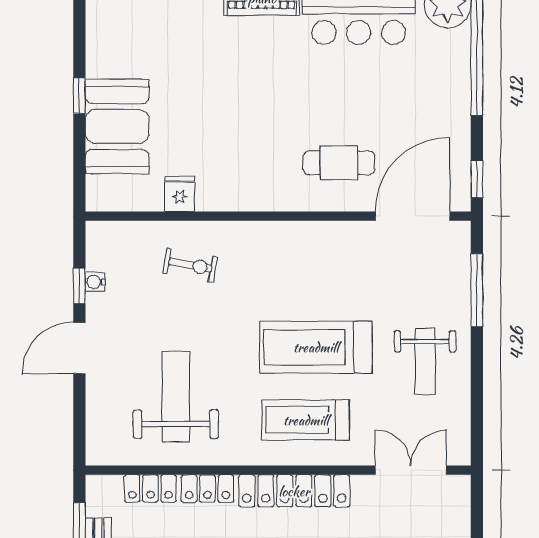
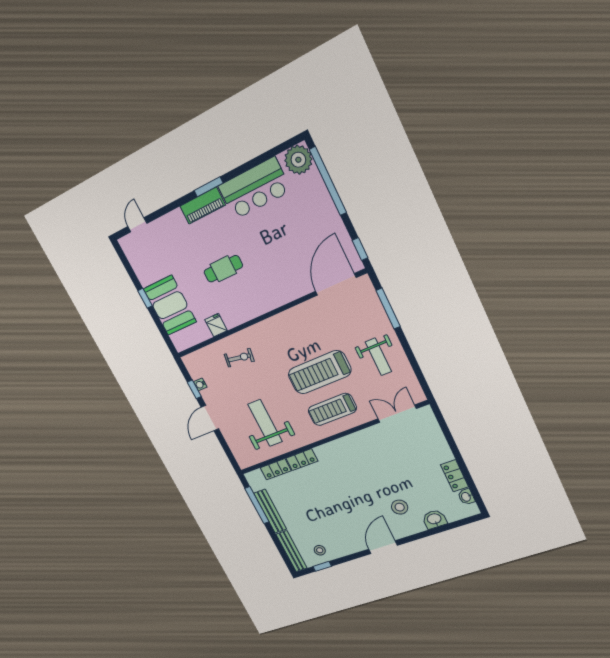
cafe table: (339, 163) -> (223, 269), moved
locker: (294, 491) -> (344, 445), removed

